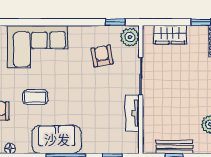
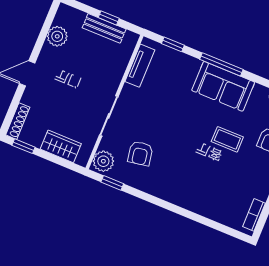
corner sofa: (37, 47) -> (203, 191), removed
tv unit: (132, 113) -> (140, 66), moved

